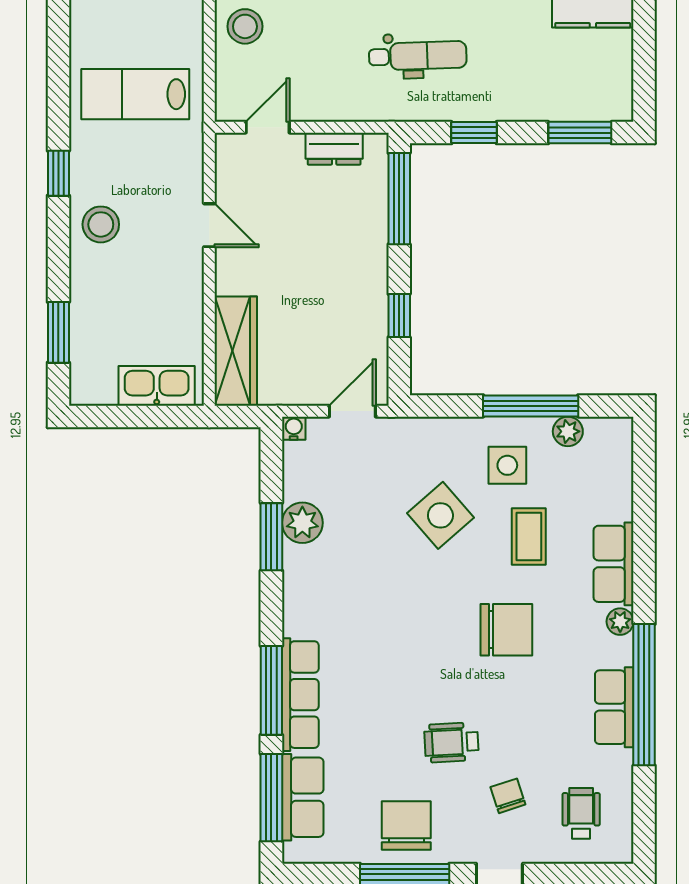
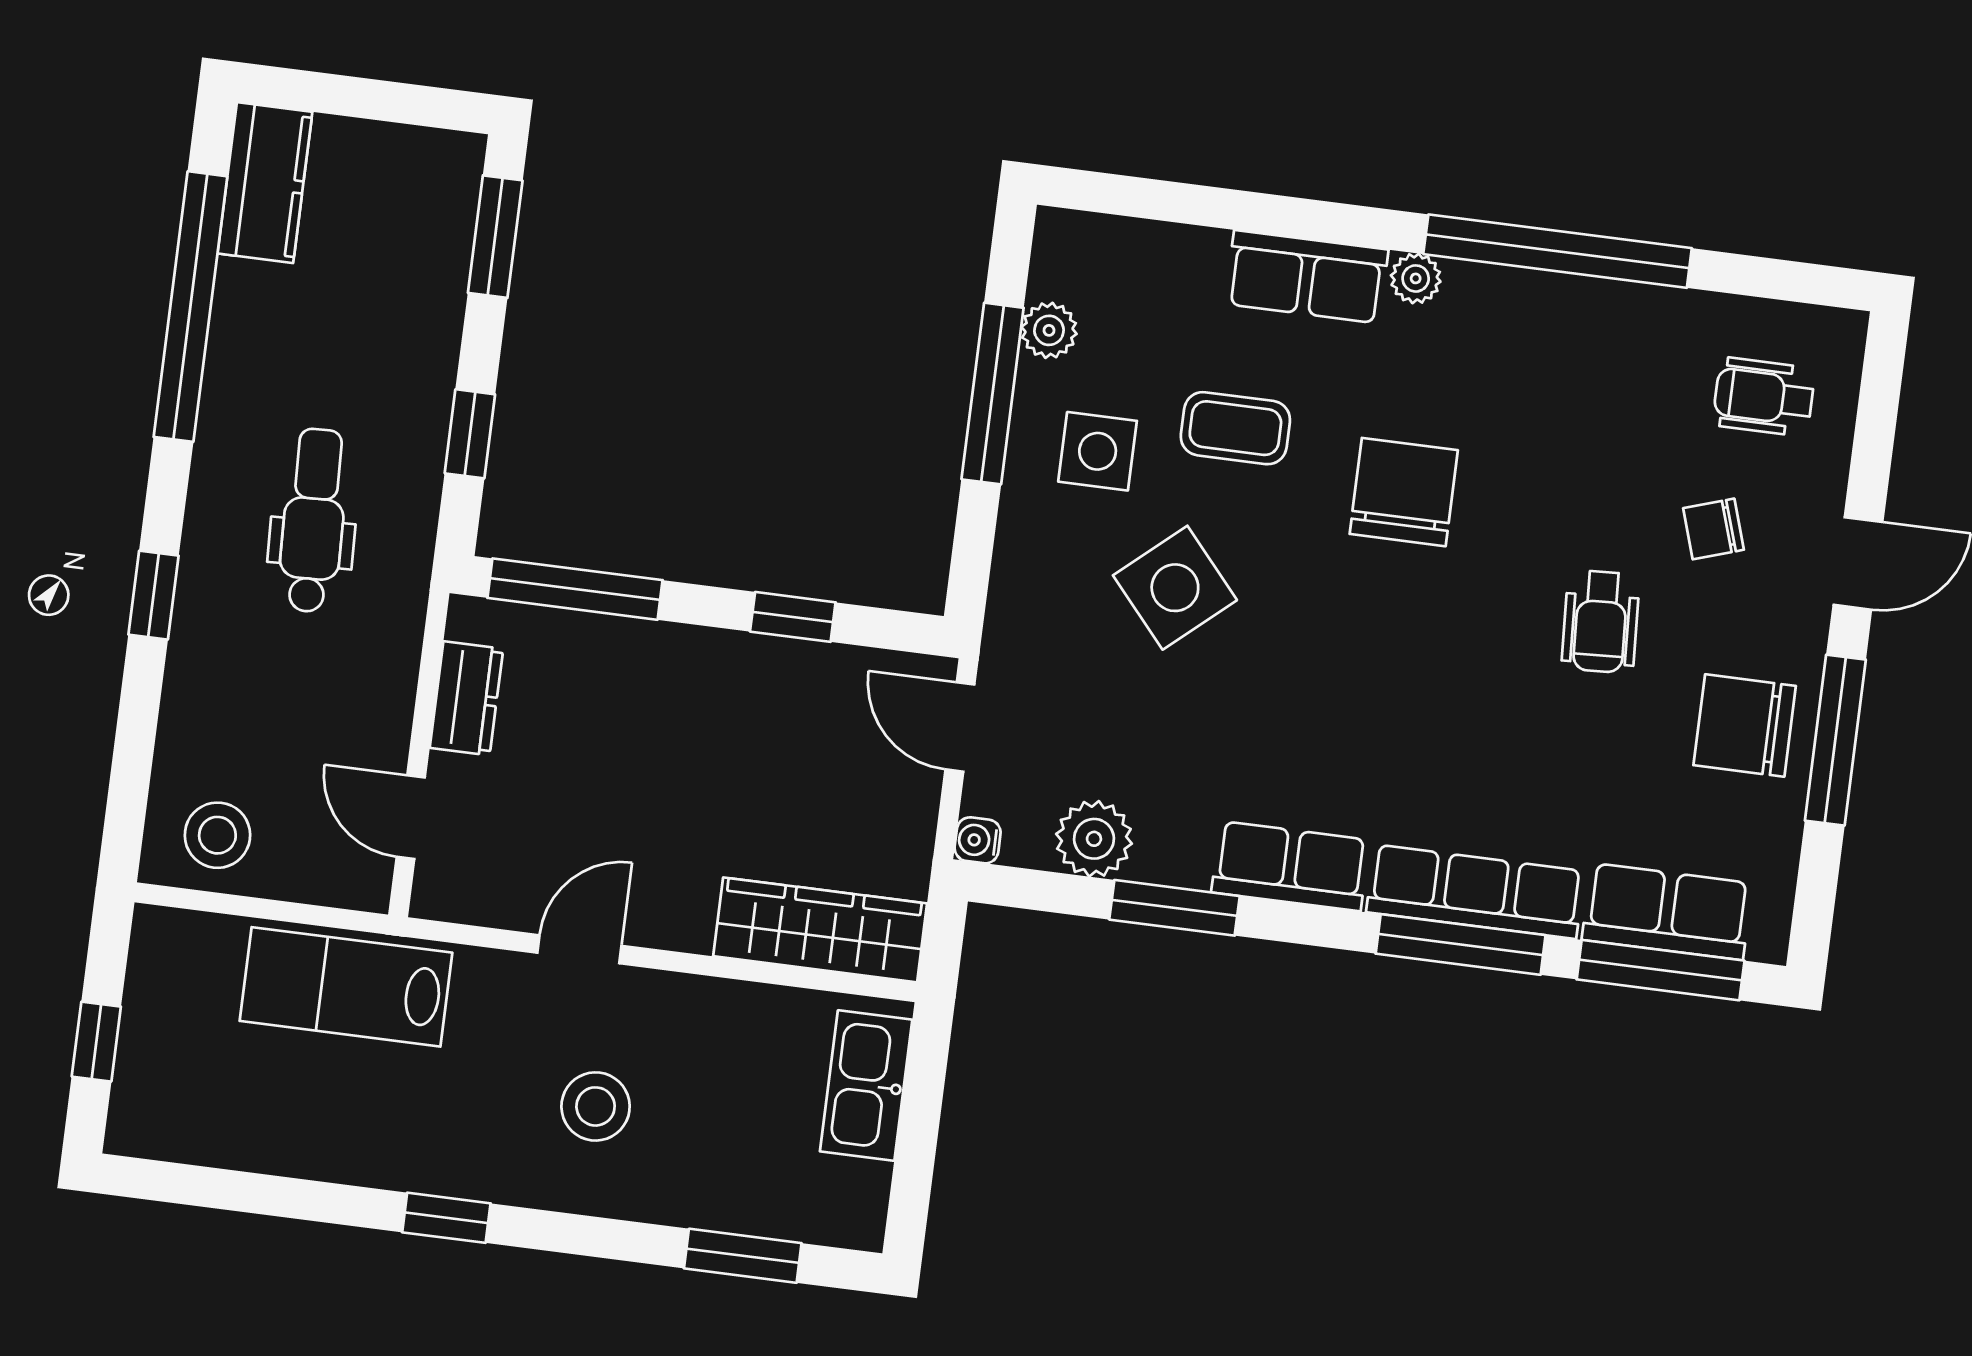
lab bench: (135, 94) -> (346, 987), moved, turned 90
stool: (101, 224) -> (596, 1106), moved
plant: (302, 523) -> (1094, 839), moved
row of seats: (614, 707) -> (1290, 866), moved, turned 180

